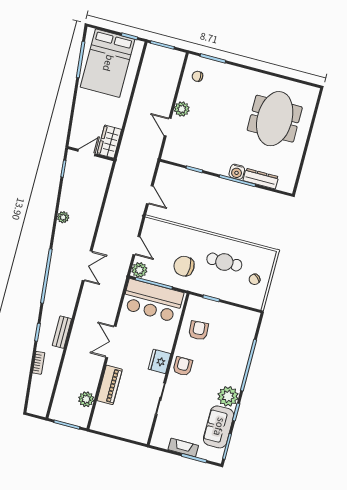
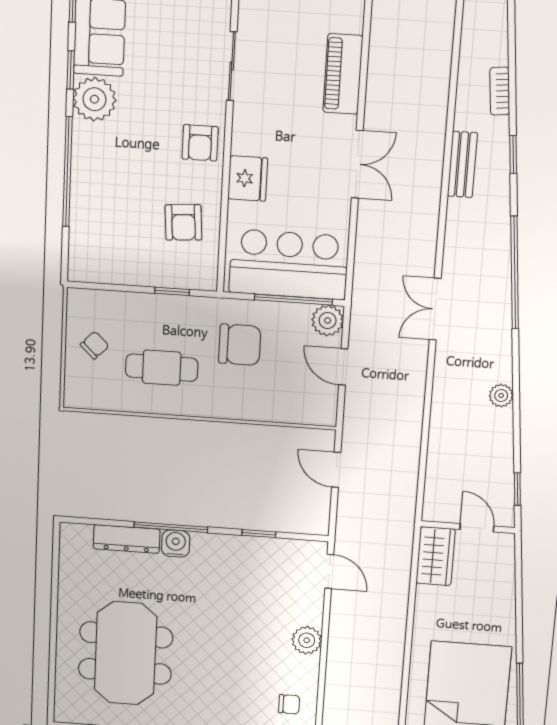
door: (168, 127) -> (329, 571), moved
door: (86, 153) -> (477, 528), swing flipped
fridge: (159, 361) -> (248, 178), moved
plant: (86, 399) -> (386, 34), removed

